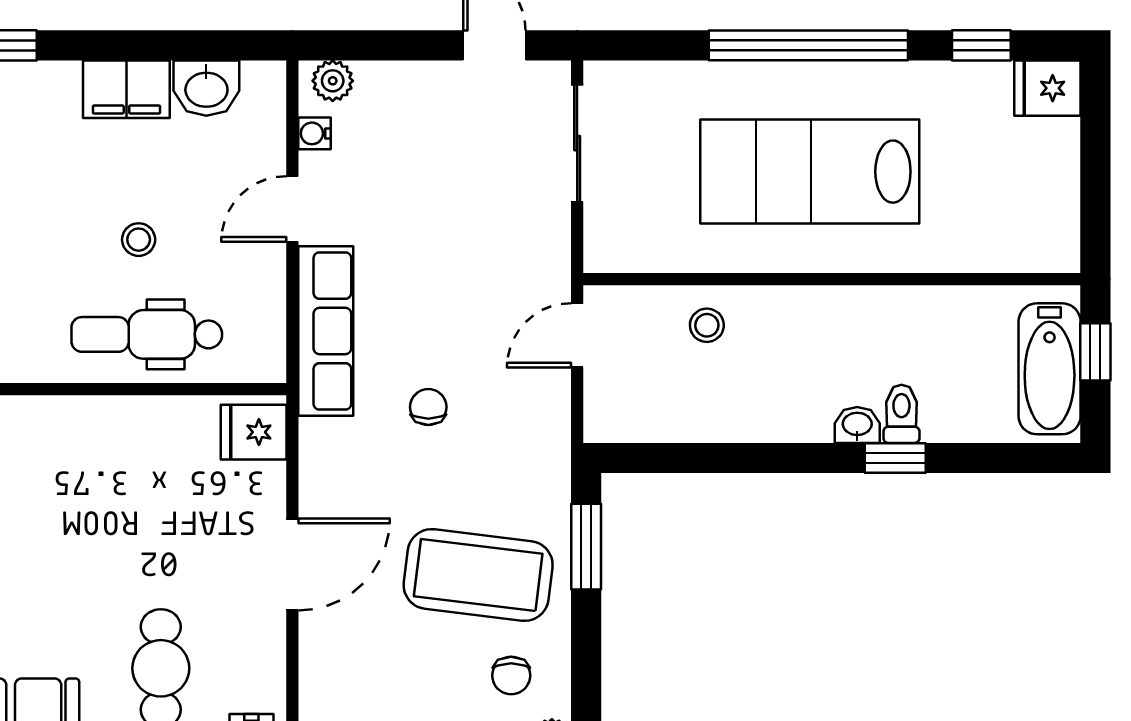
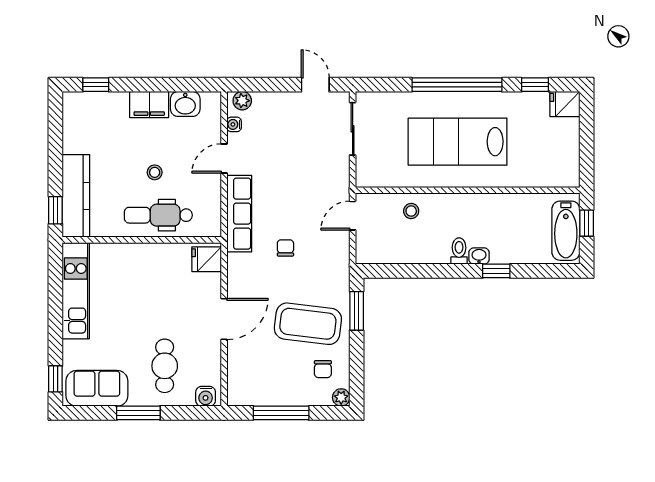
toilet: (901, 414) -> (459, 251), moved

